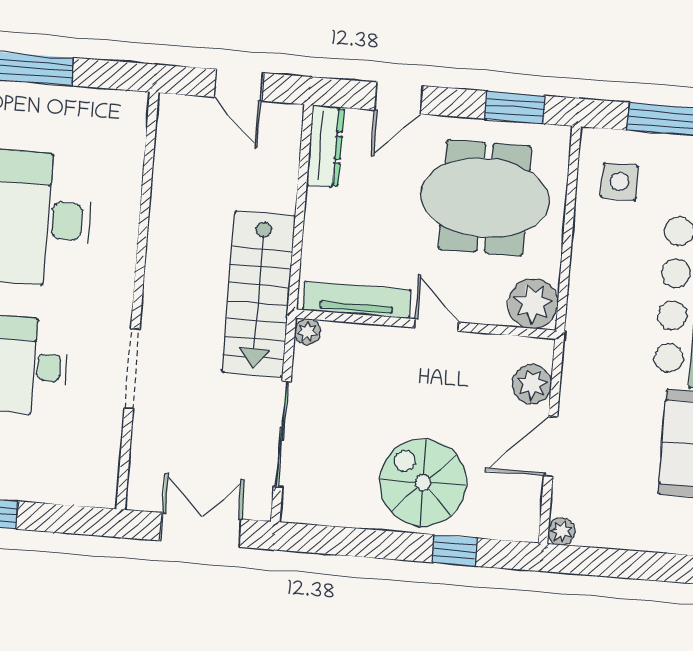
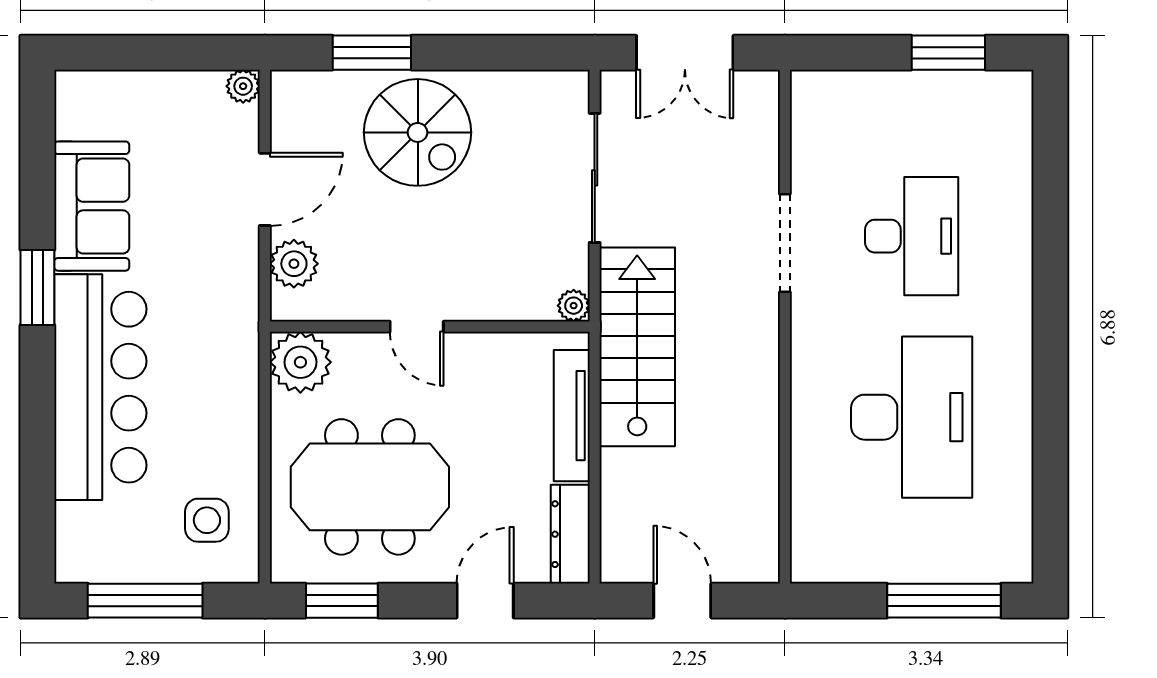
tv unit: (357, 300) -> (572, 416), moved, turned 90
window: (455, 550) -> (372, 53), width x1.50

